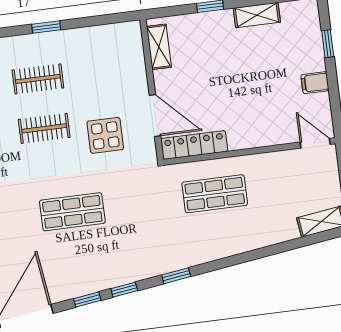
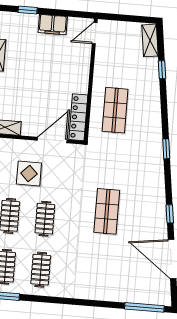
filing cabinet: (315, 83) -> (53, 25), width x2.00
display table: (105, 135) -> (29, 174), moved
window: (124, 290) -> (162, 70), moved

